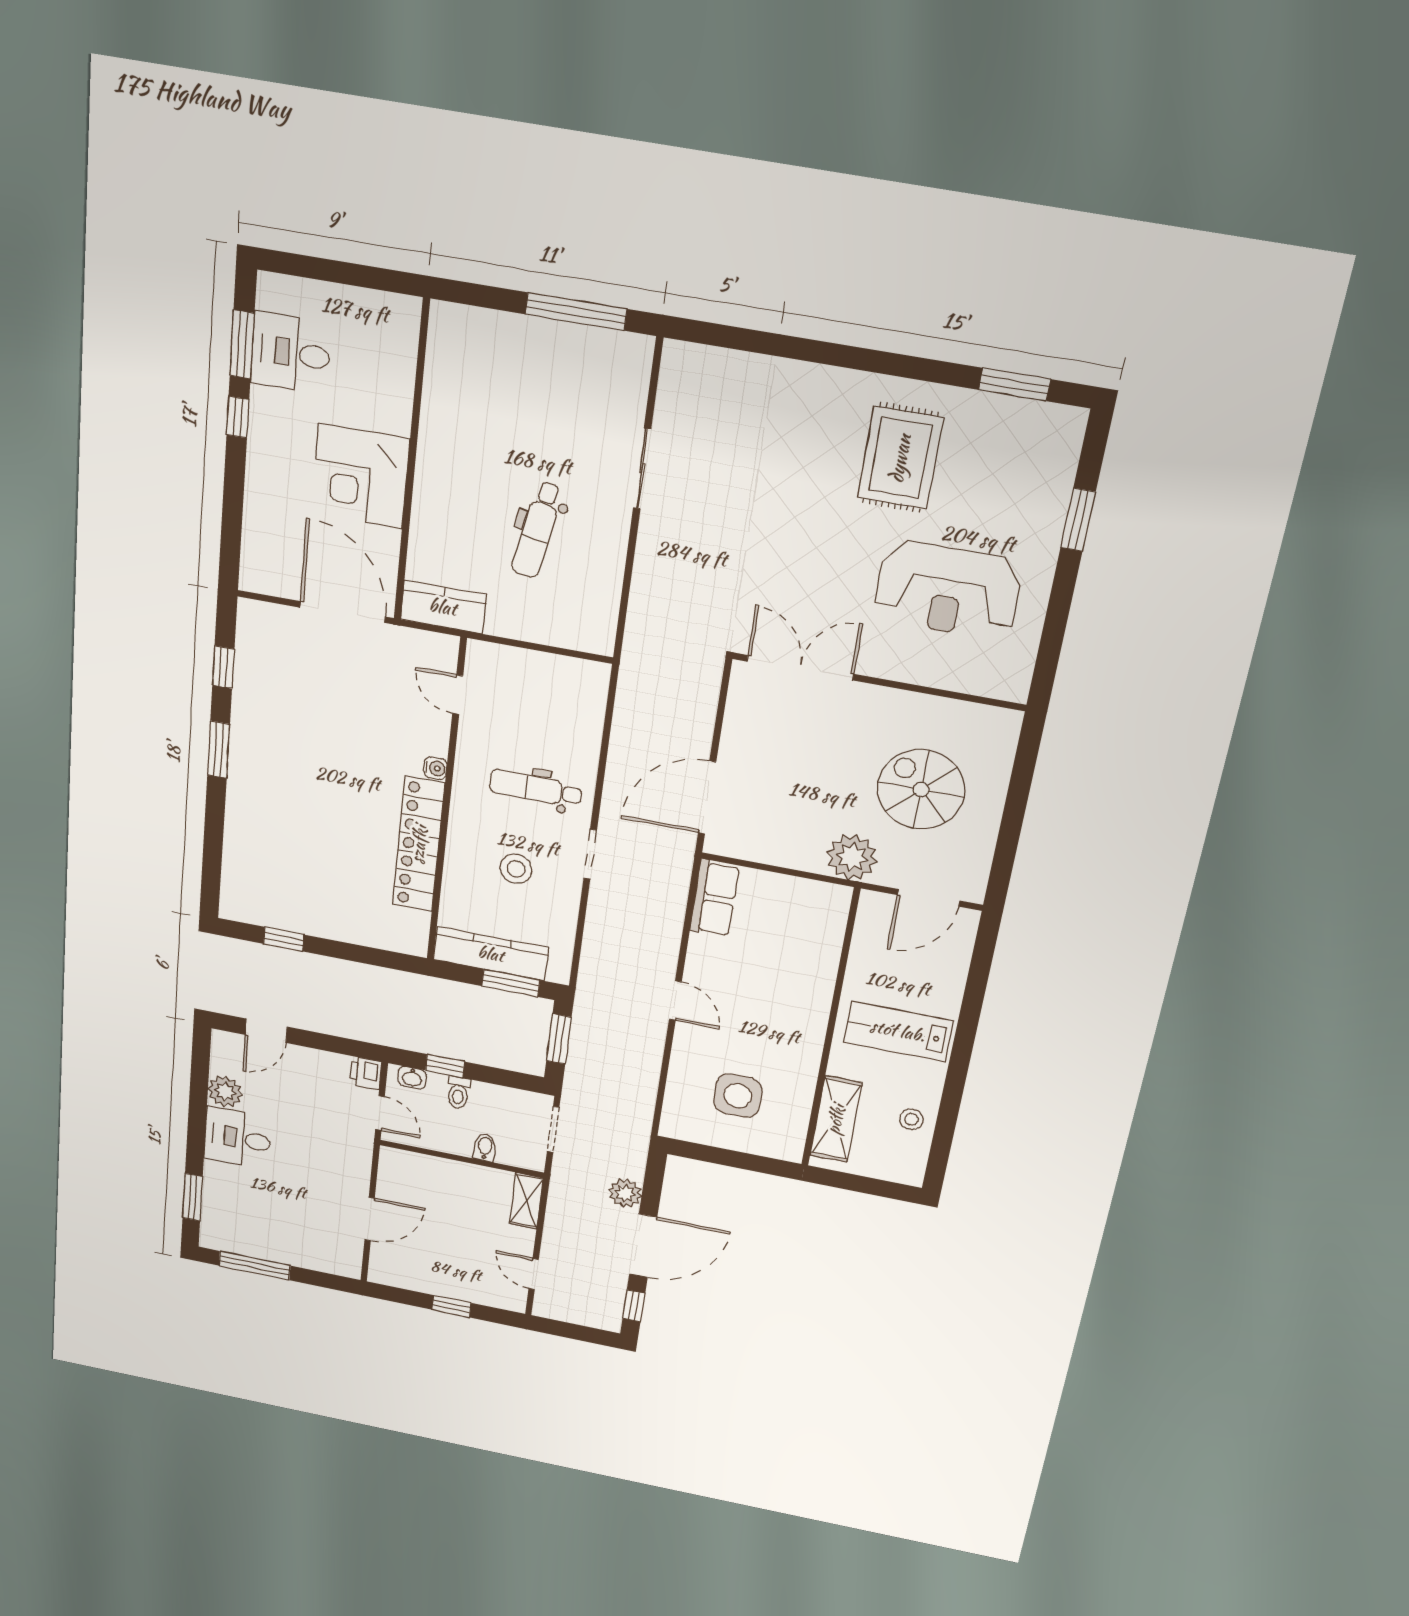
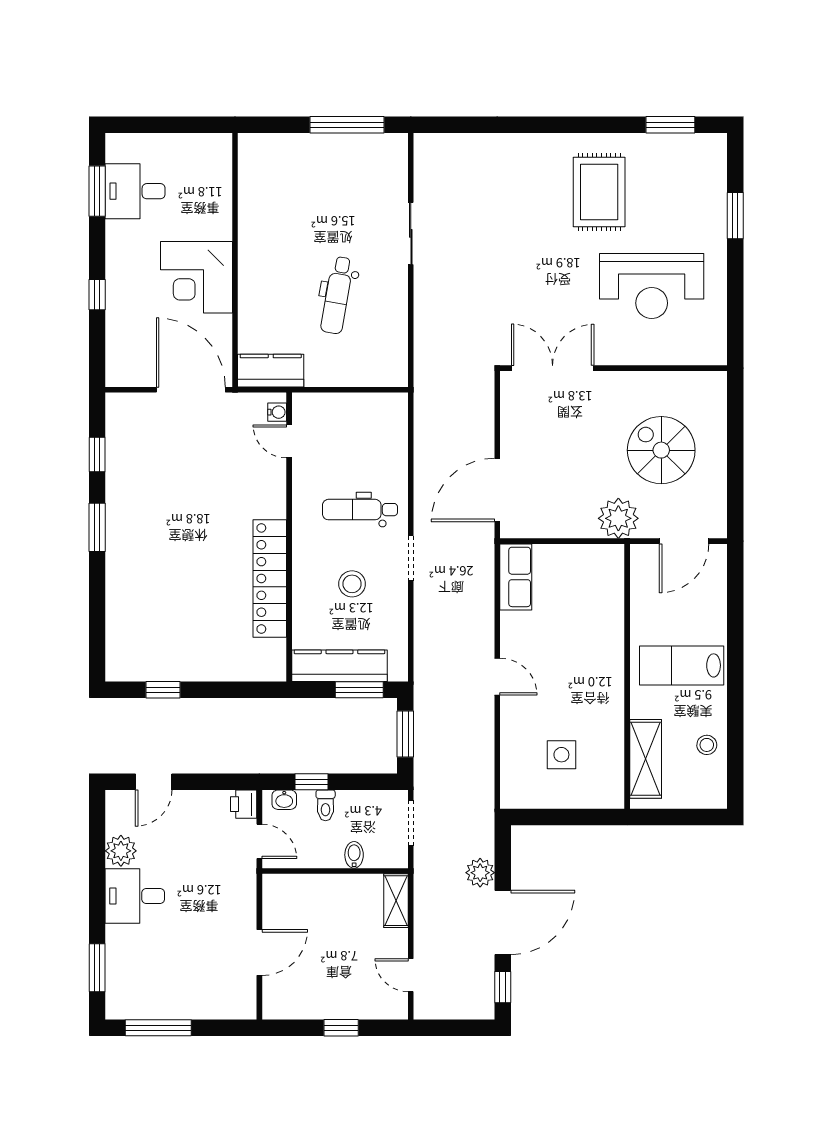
window: (238, 417) -> (97, 295), moved
water cooler: (435, 768) -> (277, 412), moved
side table: (738, 1096) -> (561, 755), width x0.73, depth x0.73

